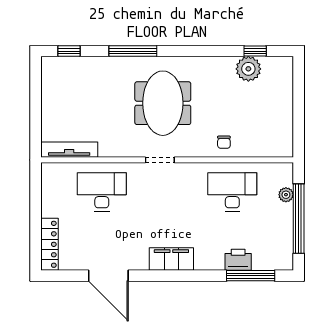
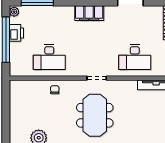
plant: (286, 195) -> (14, 12), moved
printer: (238, 260) -> (16, 33), moved, turned -90

